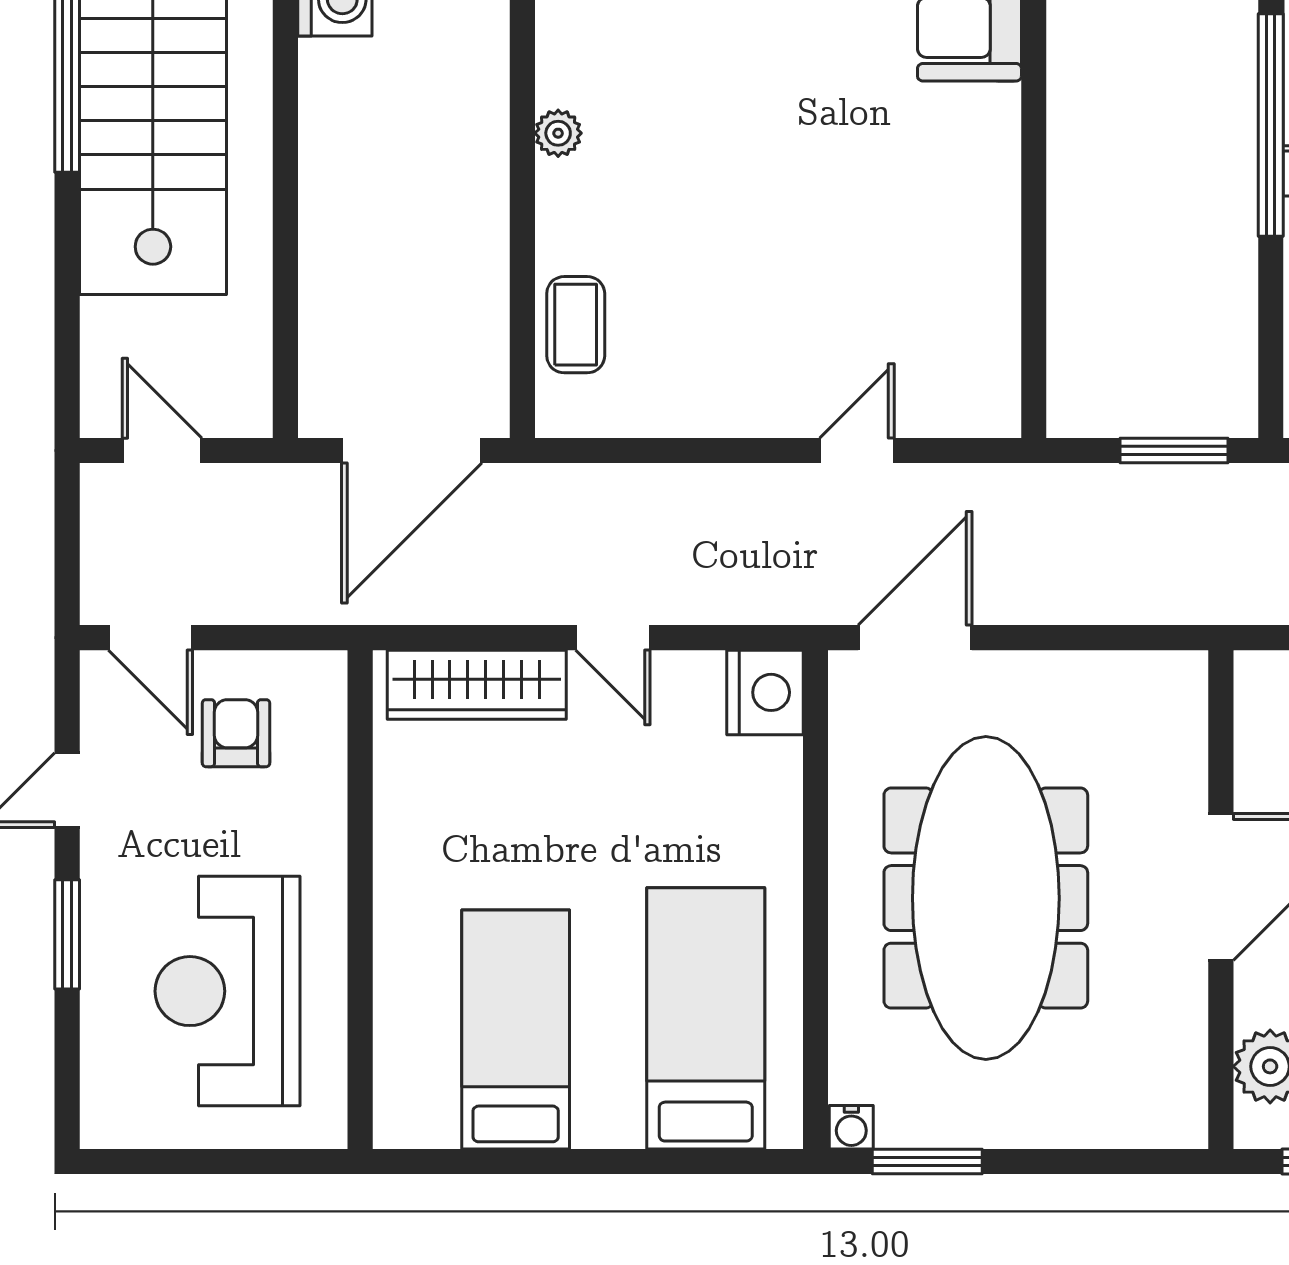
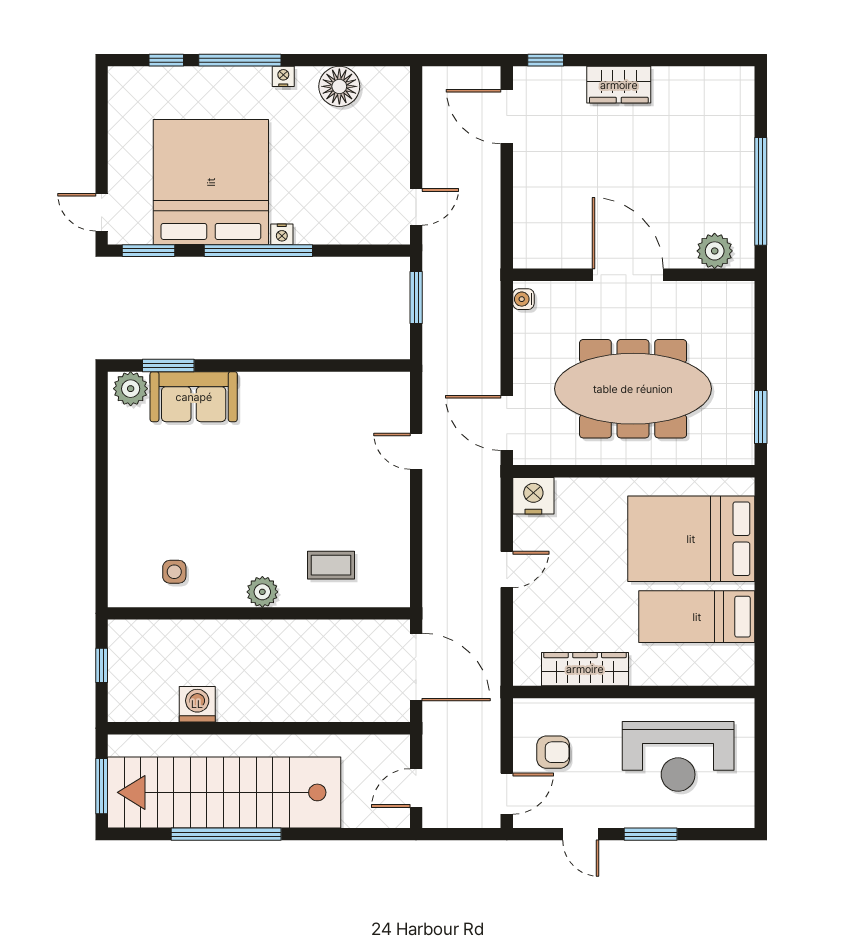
plant: (558, 133) -> (262, 592), width x1.38, depth x1.38
coffee table: (576, 325) -> (331, 565), moved
wardrobe: (477, 685) -> (585, 669), moved, turned -90
armchair: (236, 733) -> (553, 752), turned 180
bed: (706, 1018) -> (691, 539), width x1.50
water cooler: (851, 1127) -> (523, 299), moved, turned 180

